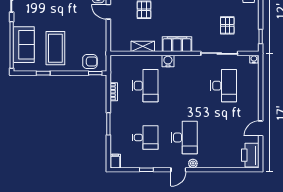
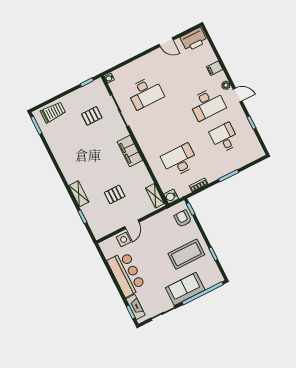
sofa: (24, 45) -> (185, 289), moved
shelving: (143, 46) -> (155, 196), moved
water cooler: (168, 61) -> (171, 196), moved
desk: (224, 86) -> (145, 93), turned 180
desk: (184, 138) -> (207, 104), turned 180
filing cabinet: (115, 161) -> (215, 68), moved

